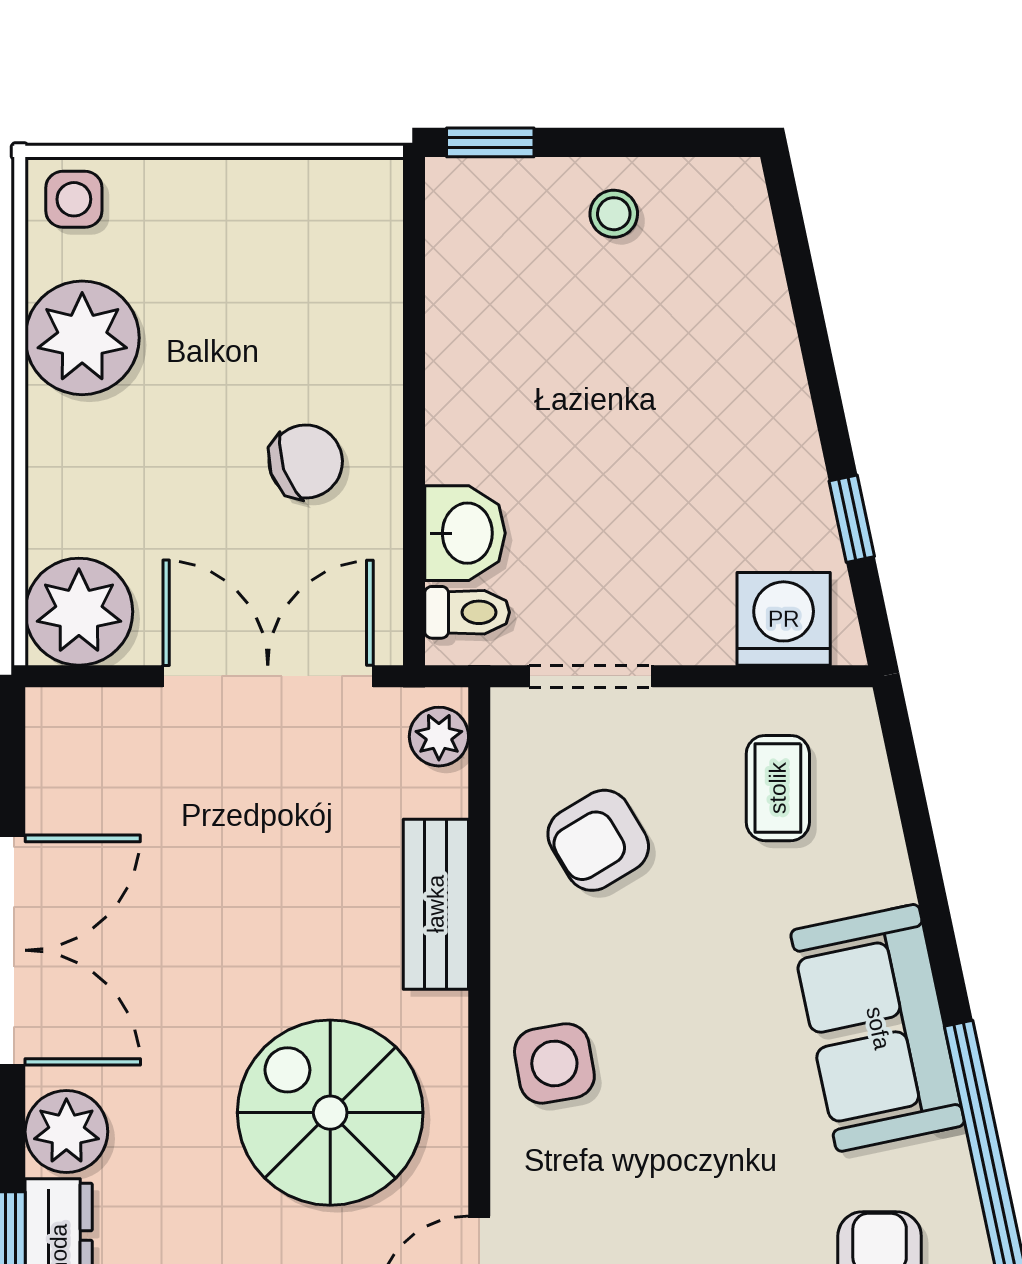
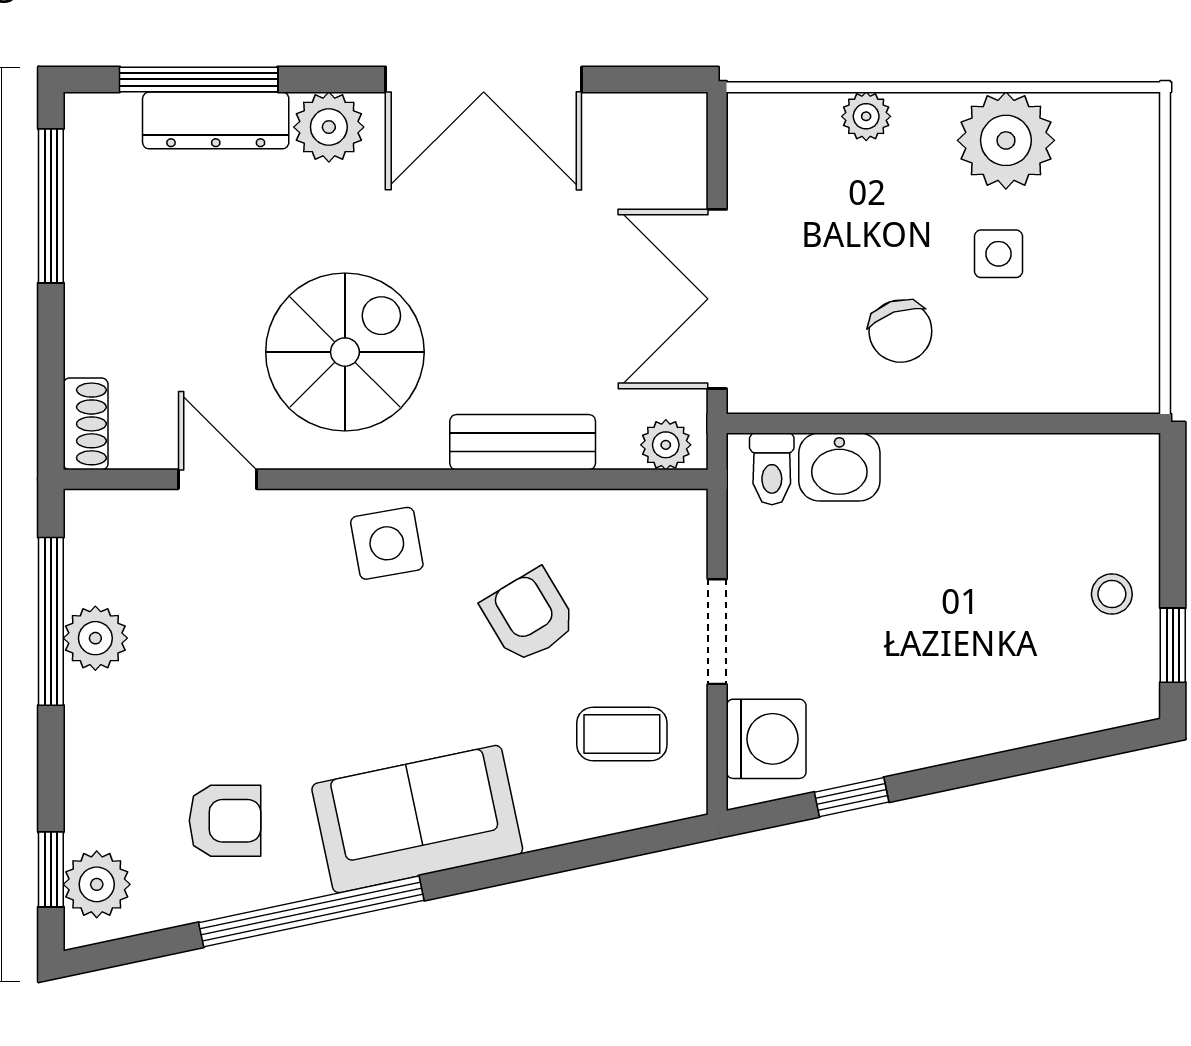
window: (490, 142) -> (1173, 645), moved
side table: (74, 199) -> (998, 254), moved
plant: (79, 612) -> (866, 116), moved, width x0.53, depth x0.53
double door: (268, 676) -> (717, 299), swing flipped
doorway: (591, 676) -> (717, 632), moved
armchair: (598, 840) -> (529, 616), moved

